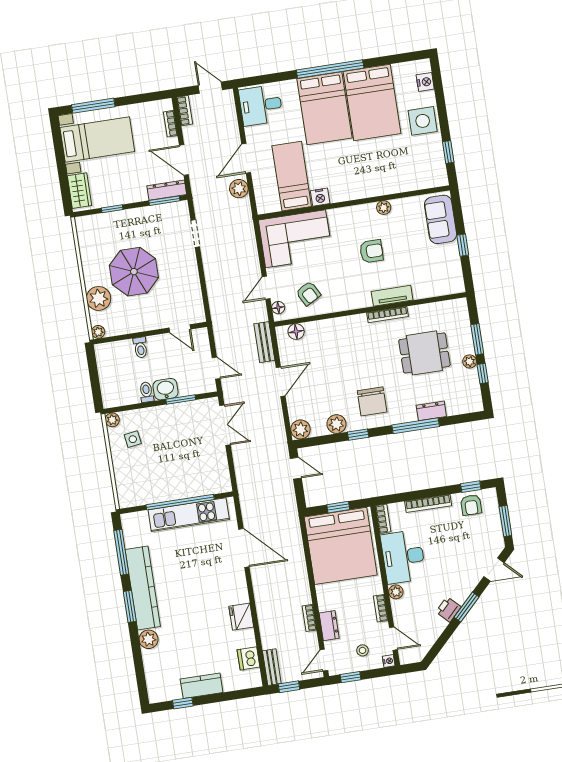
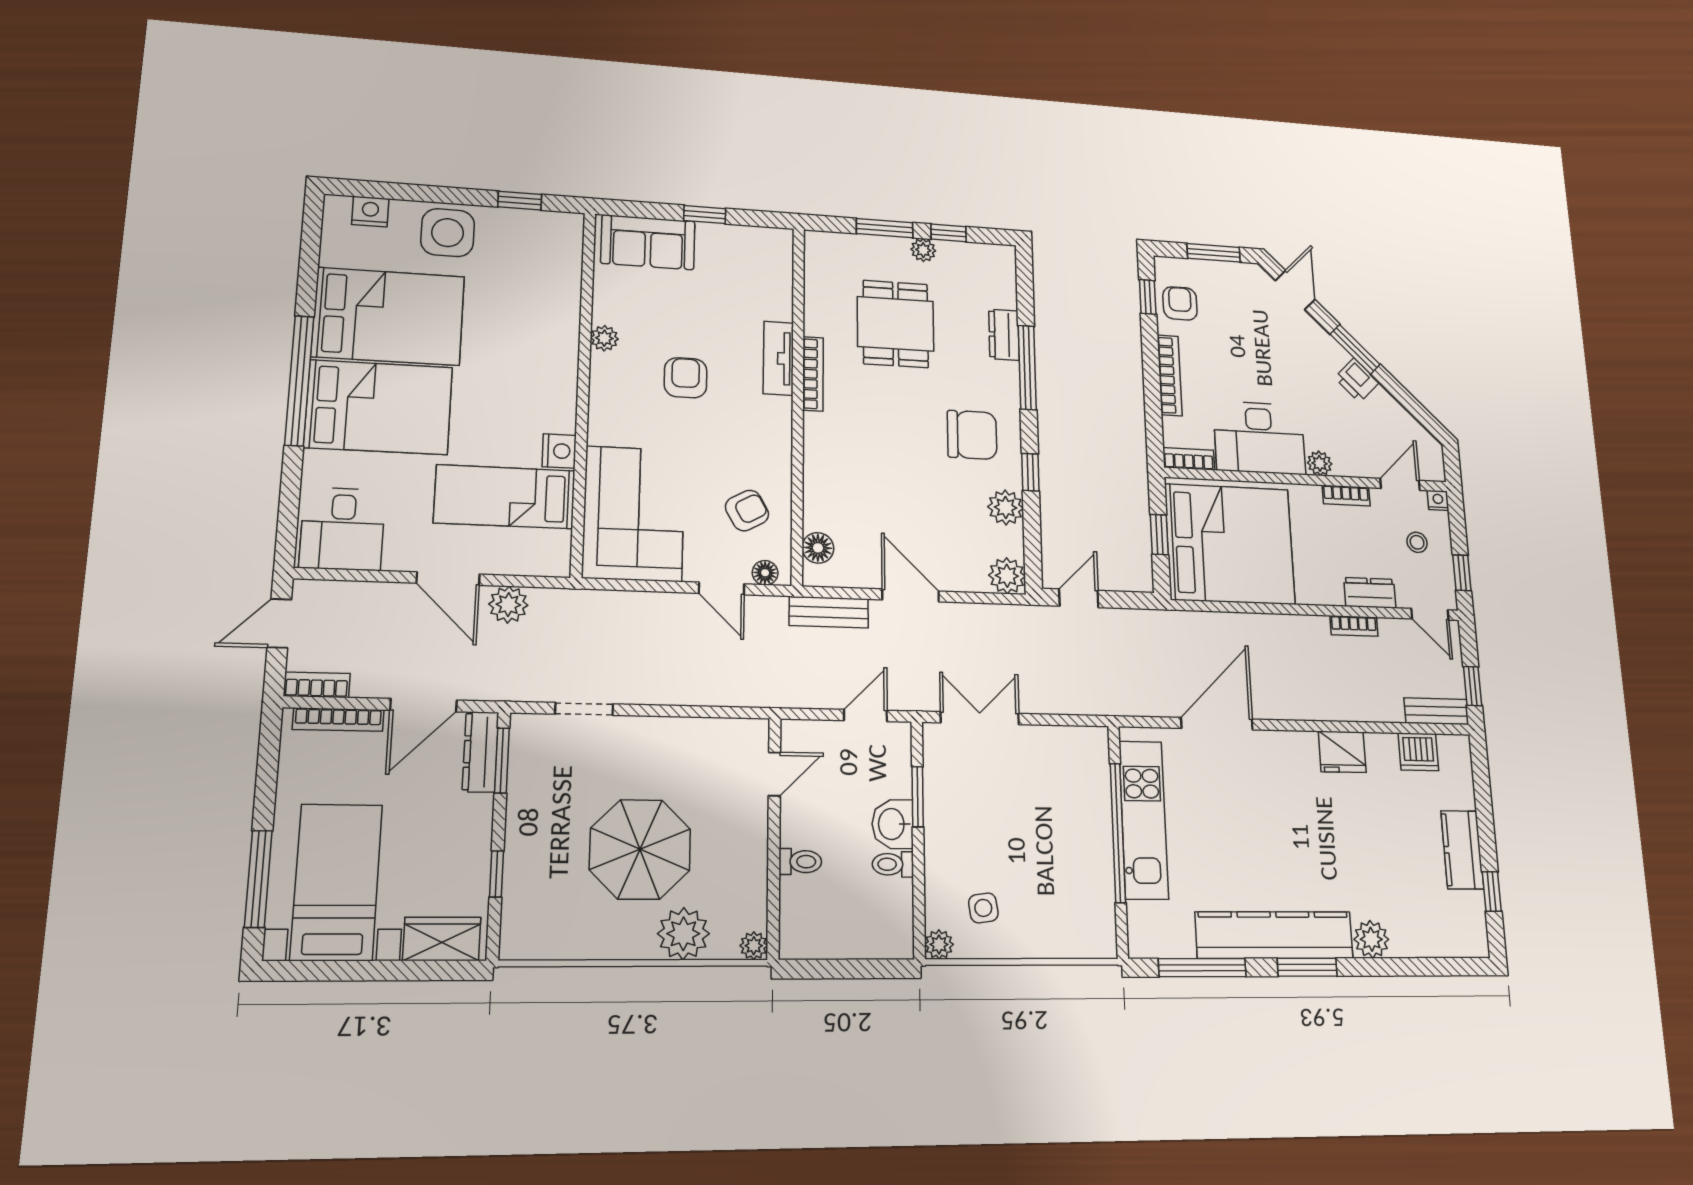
bookcase: (170, 124) -> (338, 720), width x1.56
armchair: (471, 505) -> (1180, 303), turned -90

